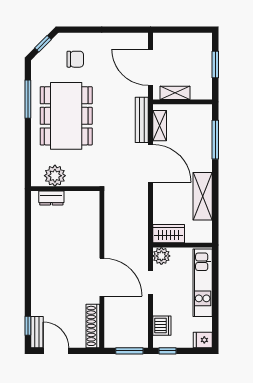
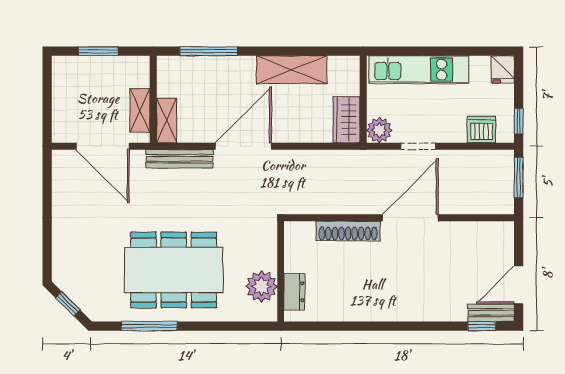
chair: (75, 59) -> (90, 257), removed
door: (151, 67) -> (102, 146), hinge flipped
shelving: (160, 126) -> (167, 121), moved, turned 90
shoe rack: (93, 326) -> (348, 231), moved

